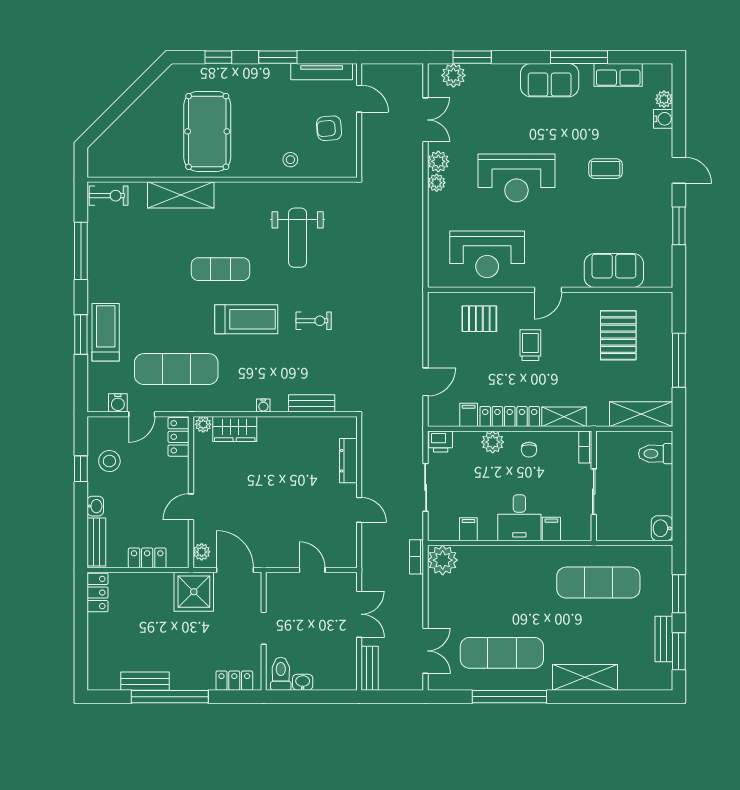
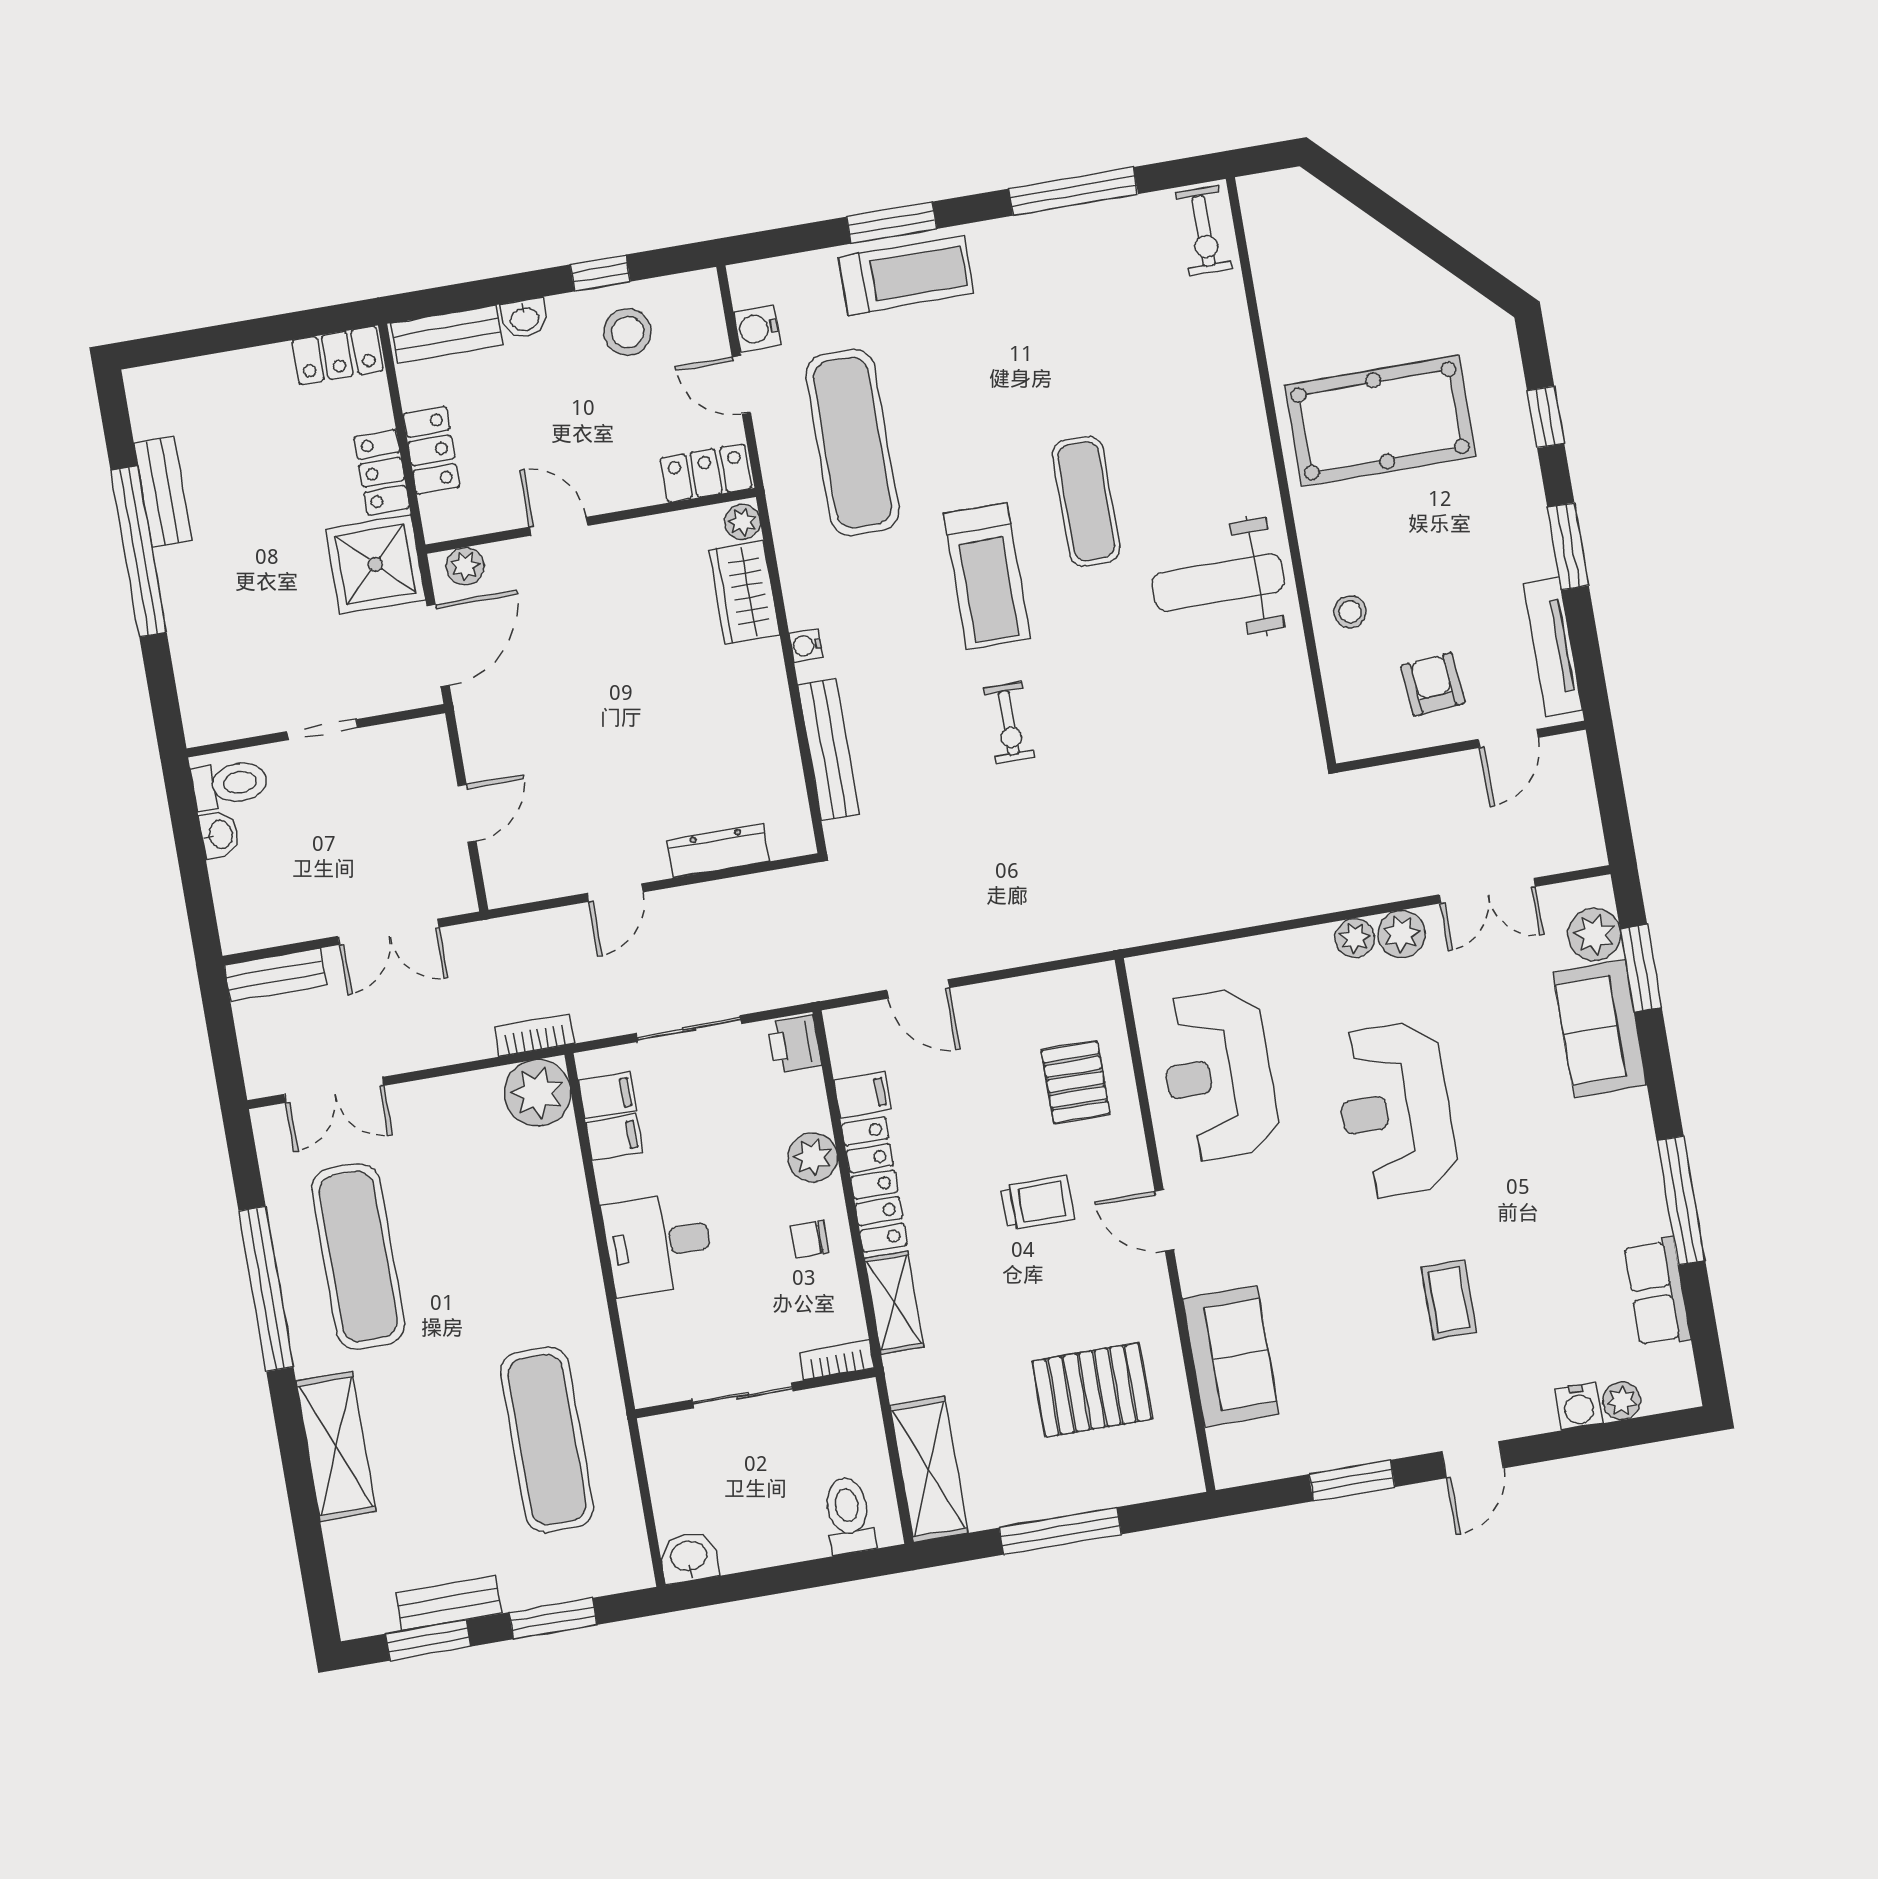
sofa: (550, 80) -> (1600, 1029), moved
shelving: (181, 195) -> (1232, 387), removed
weight bench: (298, 238) -> (1218, 582), moved
bench: (312, 403) -> (829, 750), width x1.36
filing cabinet: (551, 529) -> (607, 1095), moved
locker: (234, 681) -> (382, 472), moved, turned 180

